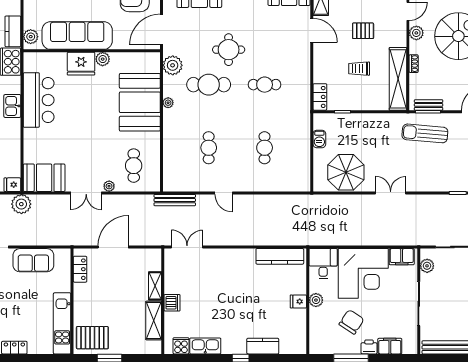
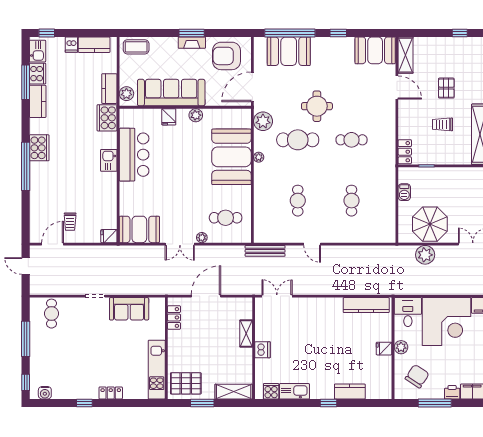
pallet: (363, 31) -> (446, 88), turned 90
fridge: (81, 64) -> (169, 117), width x0.53, depth x0.75
cafe table: (134, 166) -> (226, 218), turned 90
plant: (21, 204) -> (425, 255), moved
shelving: (154, 321) -> (234, 392), moved, turned 90
chair: (352, 322) -> (417, 376), moved

